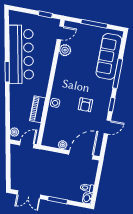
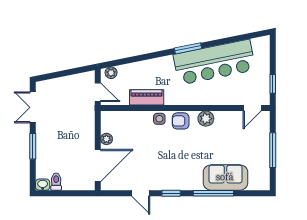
door: (60, 33) -> (252, 108), hinge flipped
plant: (65, 50) -> (206, 119), moved
sofa: (109, 56) -> (225, 177), width x0.73
armchair: (85, 105) -> (181, 121), moved
door: (81, 155) -> (98, 166), hinge flipped

